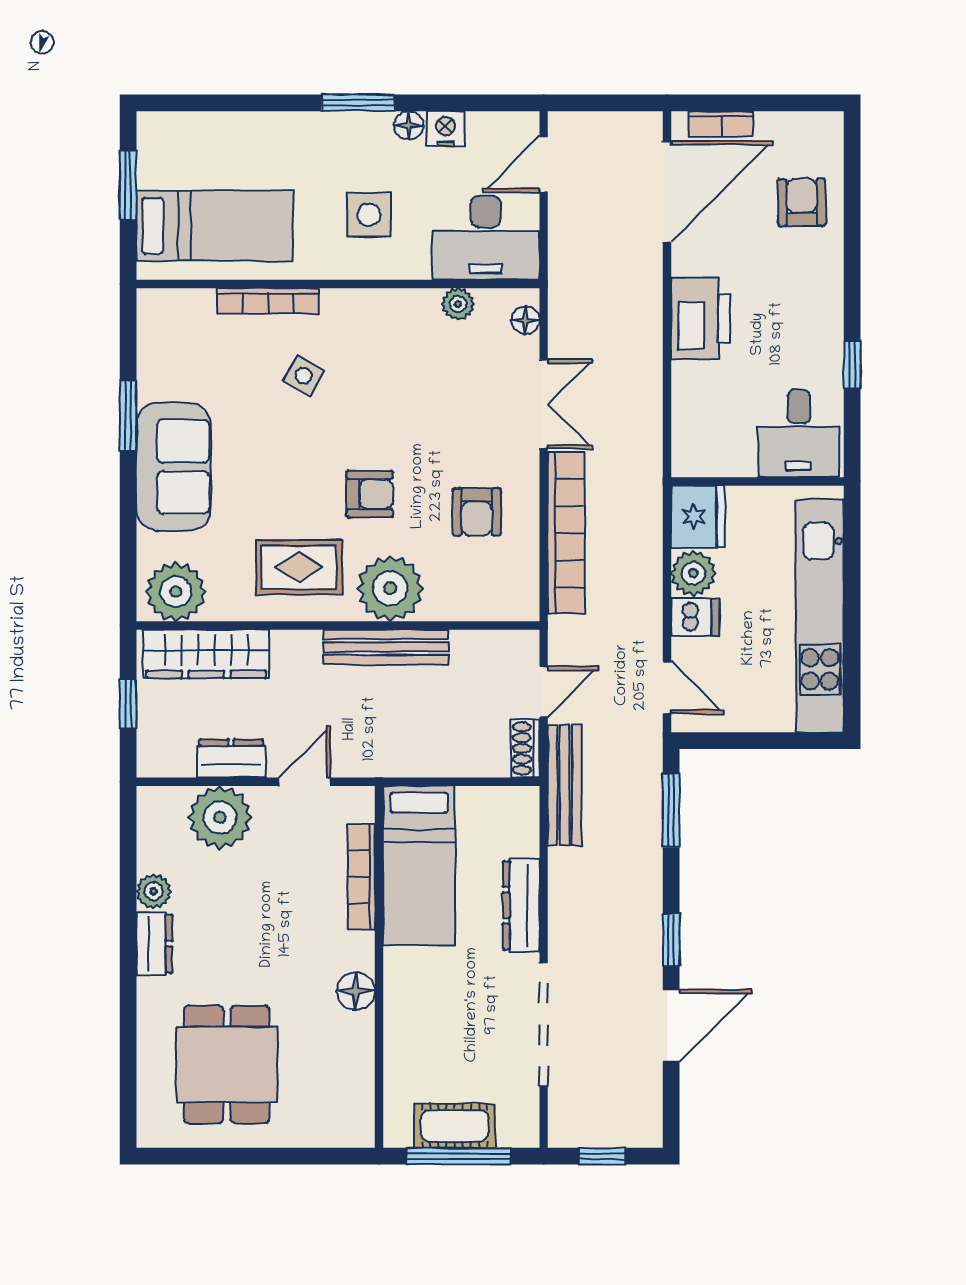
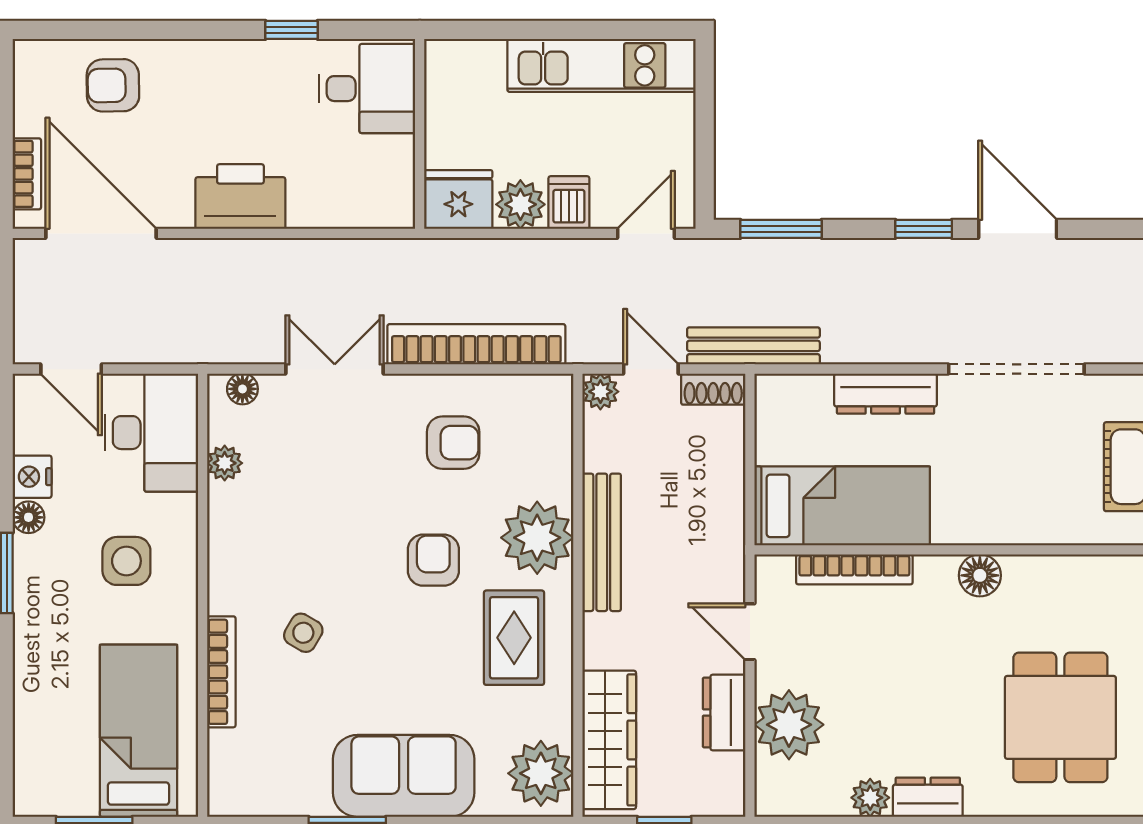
kitchen unit: (820, 616) -> (601, 65), width x0.73
plant: (523, 646) -> (600, 392), added
dining table: (227, 1064) -> (1060, 717), turned 90

